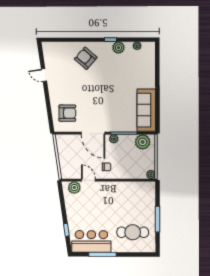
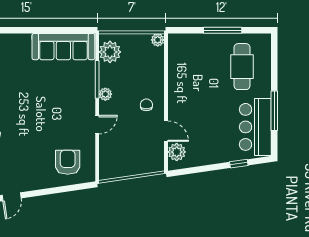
door: (93, 133) -> (97, 125), width x0.53
door: (88, 180) -> (166, 131), swing flipped

